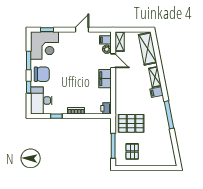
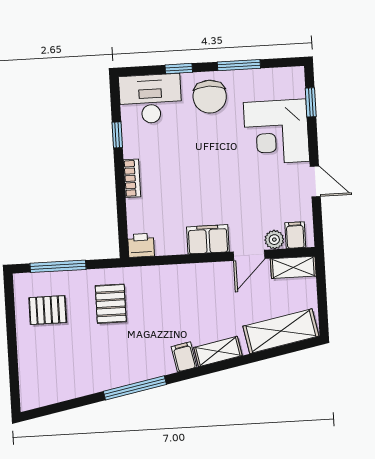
corner desk: (45, 46) -> (276, 132), moved
pallet: (131, 123) -> (111, 304), width x0.67, depth x0.71

